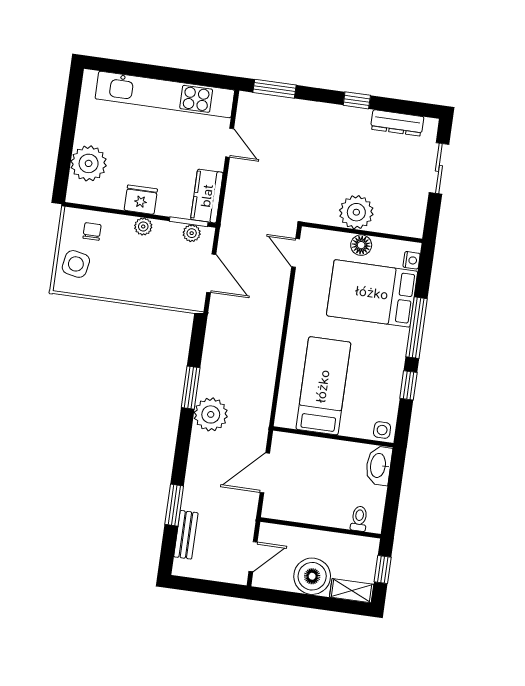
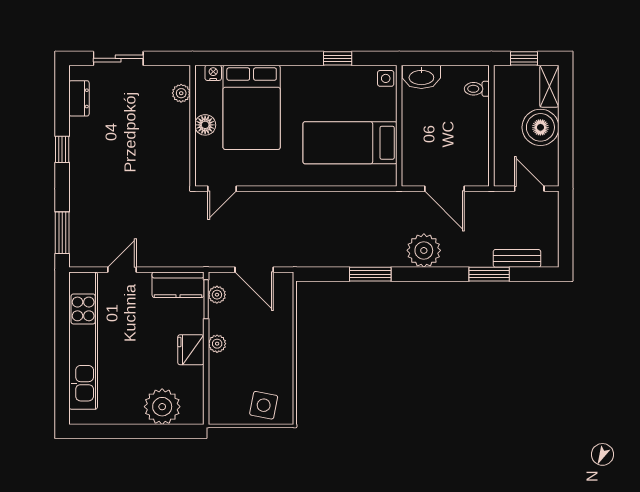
dresser: (397, 123) -> (79, 98), width x0.70
plant: (356, 212) -> (181, 93), moved, width x0.53, depth x0.53
chair: (92, 231) -> (229, 394), removed
door: (211, 273) -> (254, 270), swing flipped
window: (417, 328) -> (279, 58), removed
plant: (211, 414) -> (424, 250), moved

